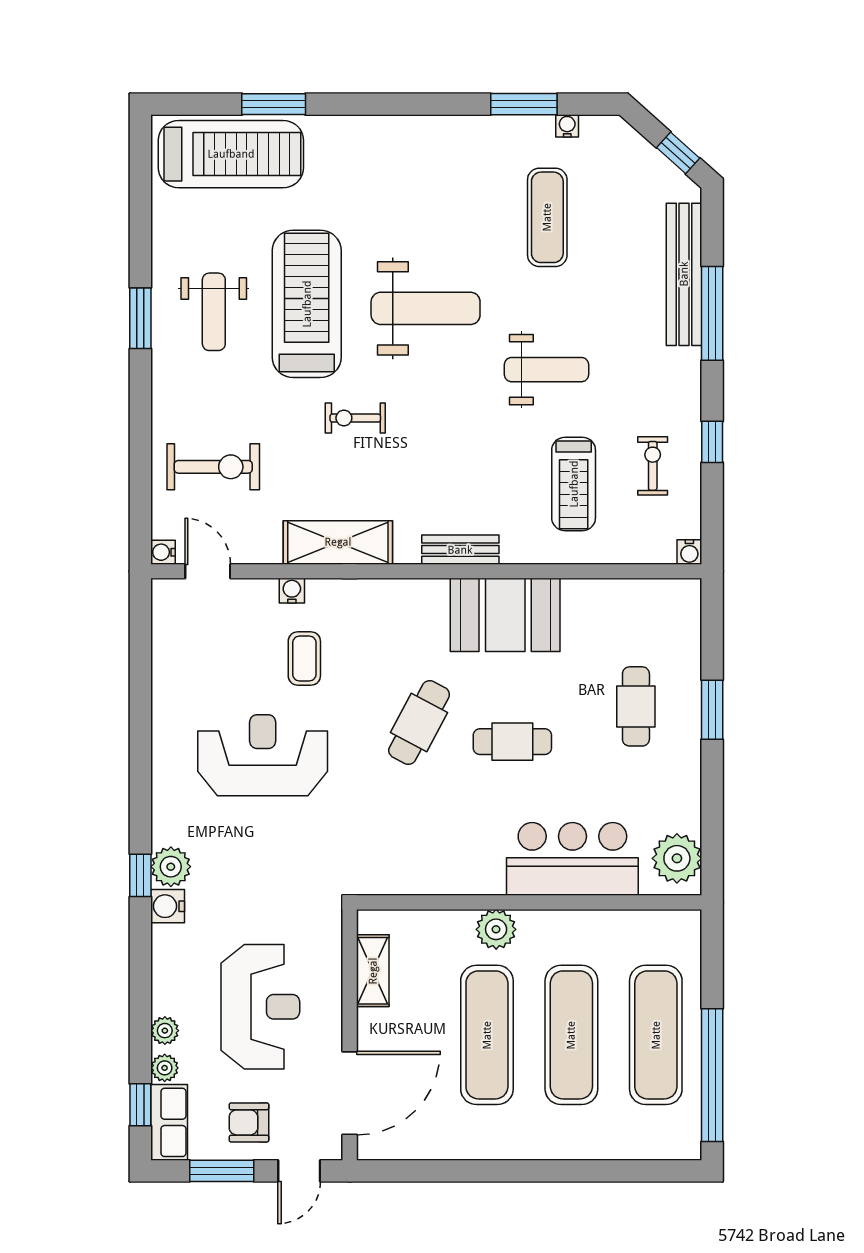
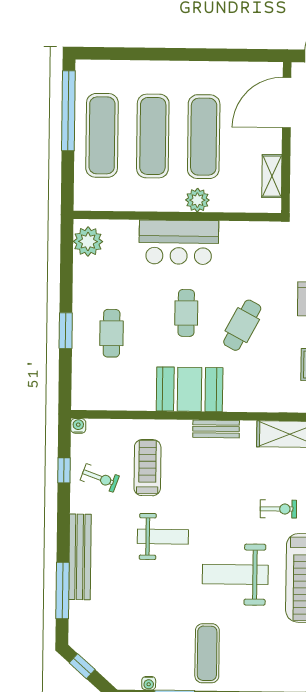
exercise mat: (547, 217) -> (207, 653), moved
bench: (684, 274) -> (80, 557), moved
window: (712, 313) -> (63, 590), moved
weight bench: (547, 370) -> (163, 537), turned 180
window: (712, 442) -> (64, 470), moved
exercise bike: (653, 466) -> (100, 478), turned -70
cafe table: (512, 742) -> (186, 313), turned 90
bar counter: (572, 859) -> (179, 242), moved

